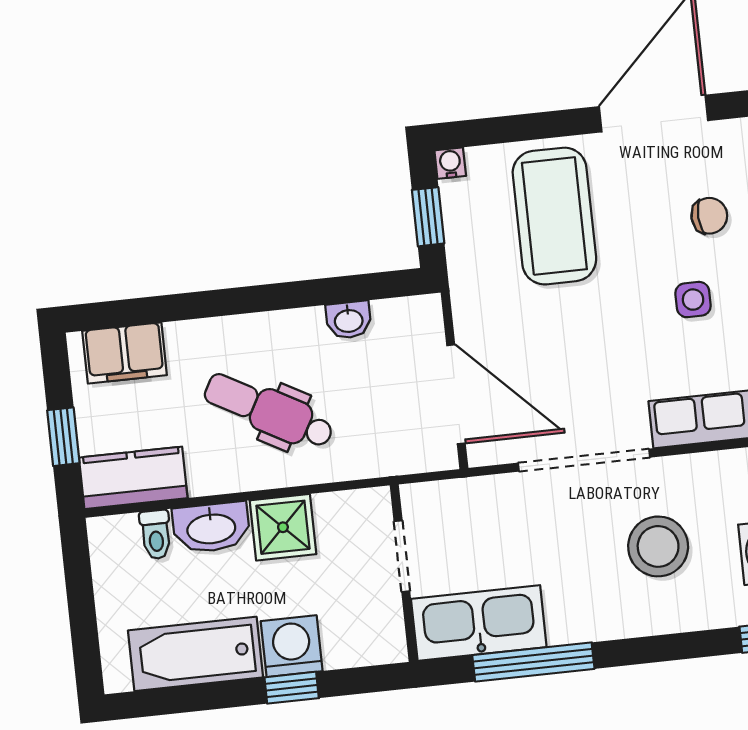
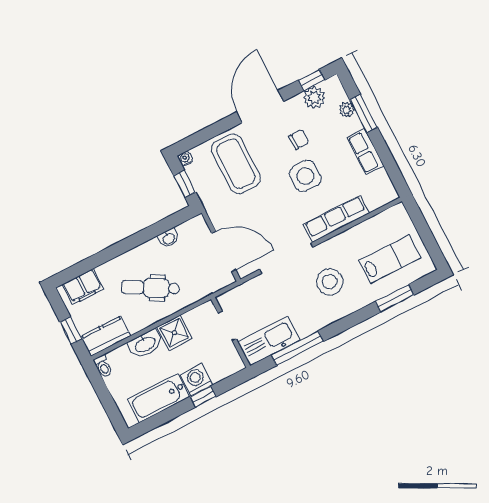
side table: (693, 300) -> (305, 176), width x1.87, depth x1.87
toilet: (156, 535) -> (103, 366), moved

